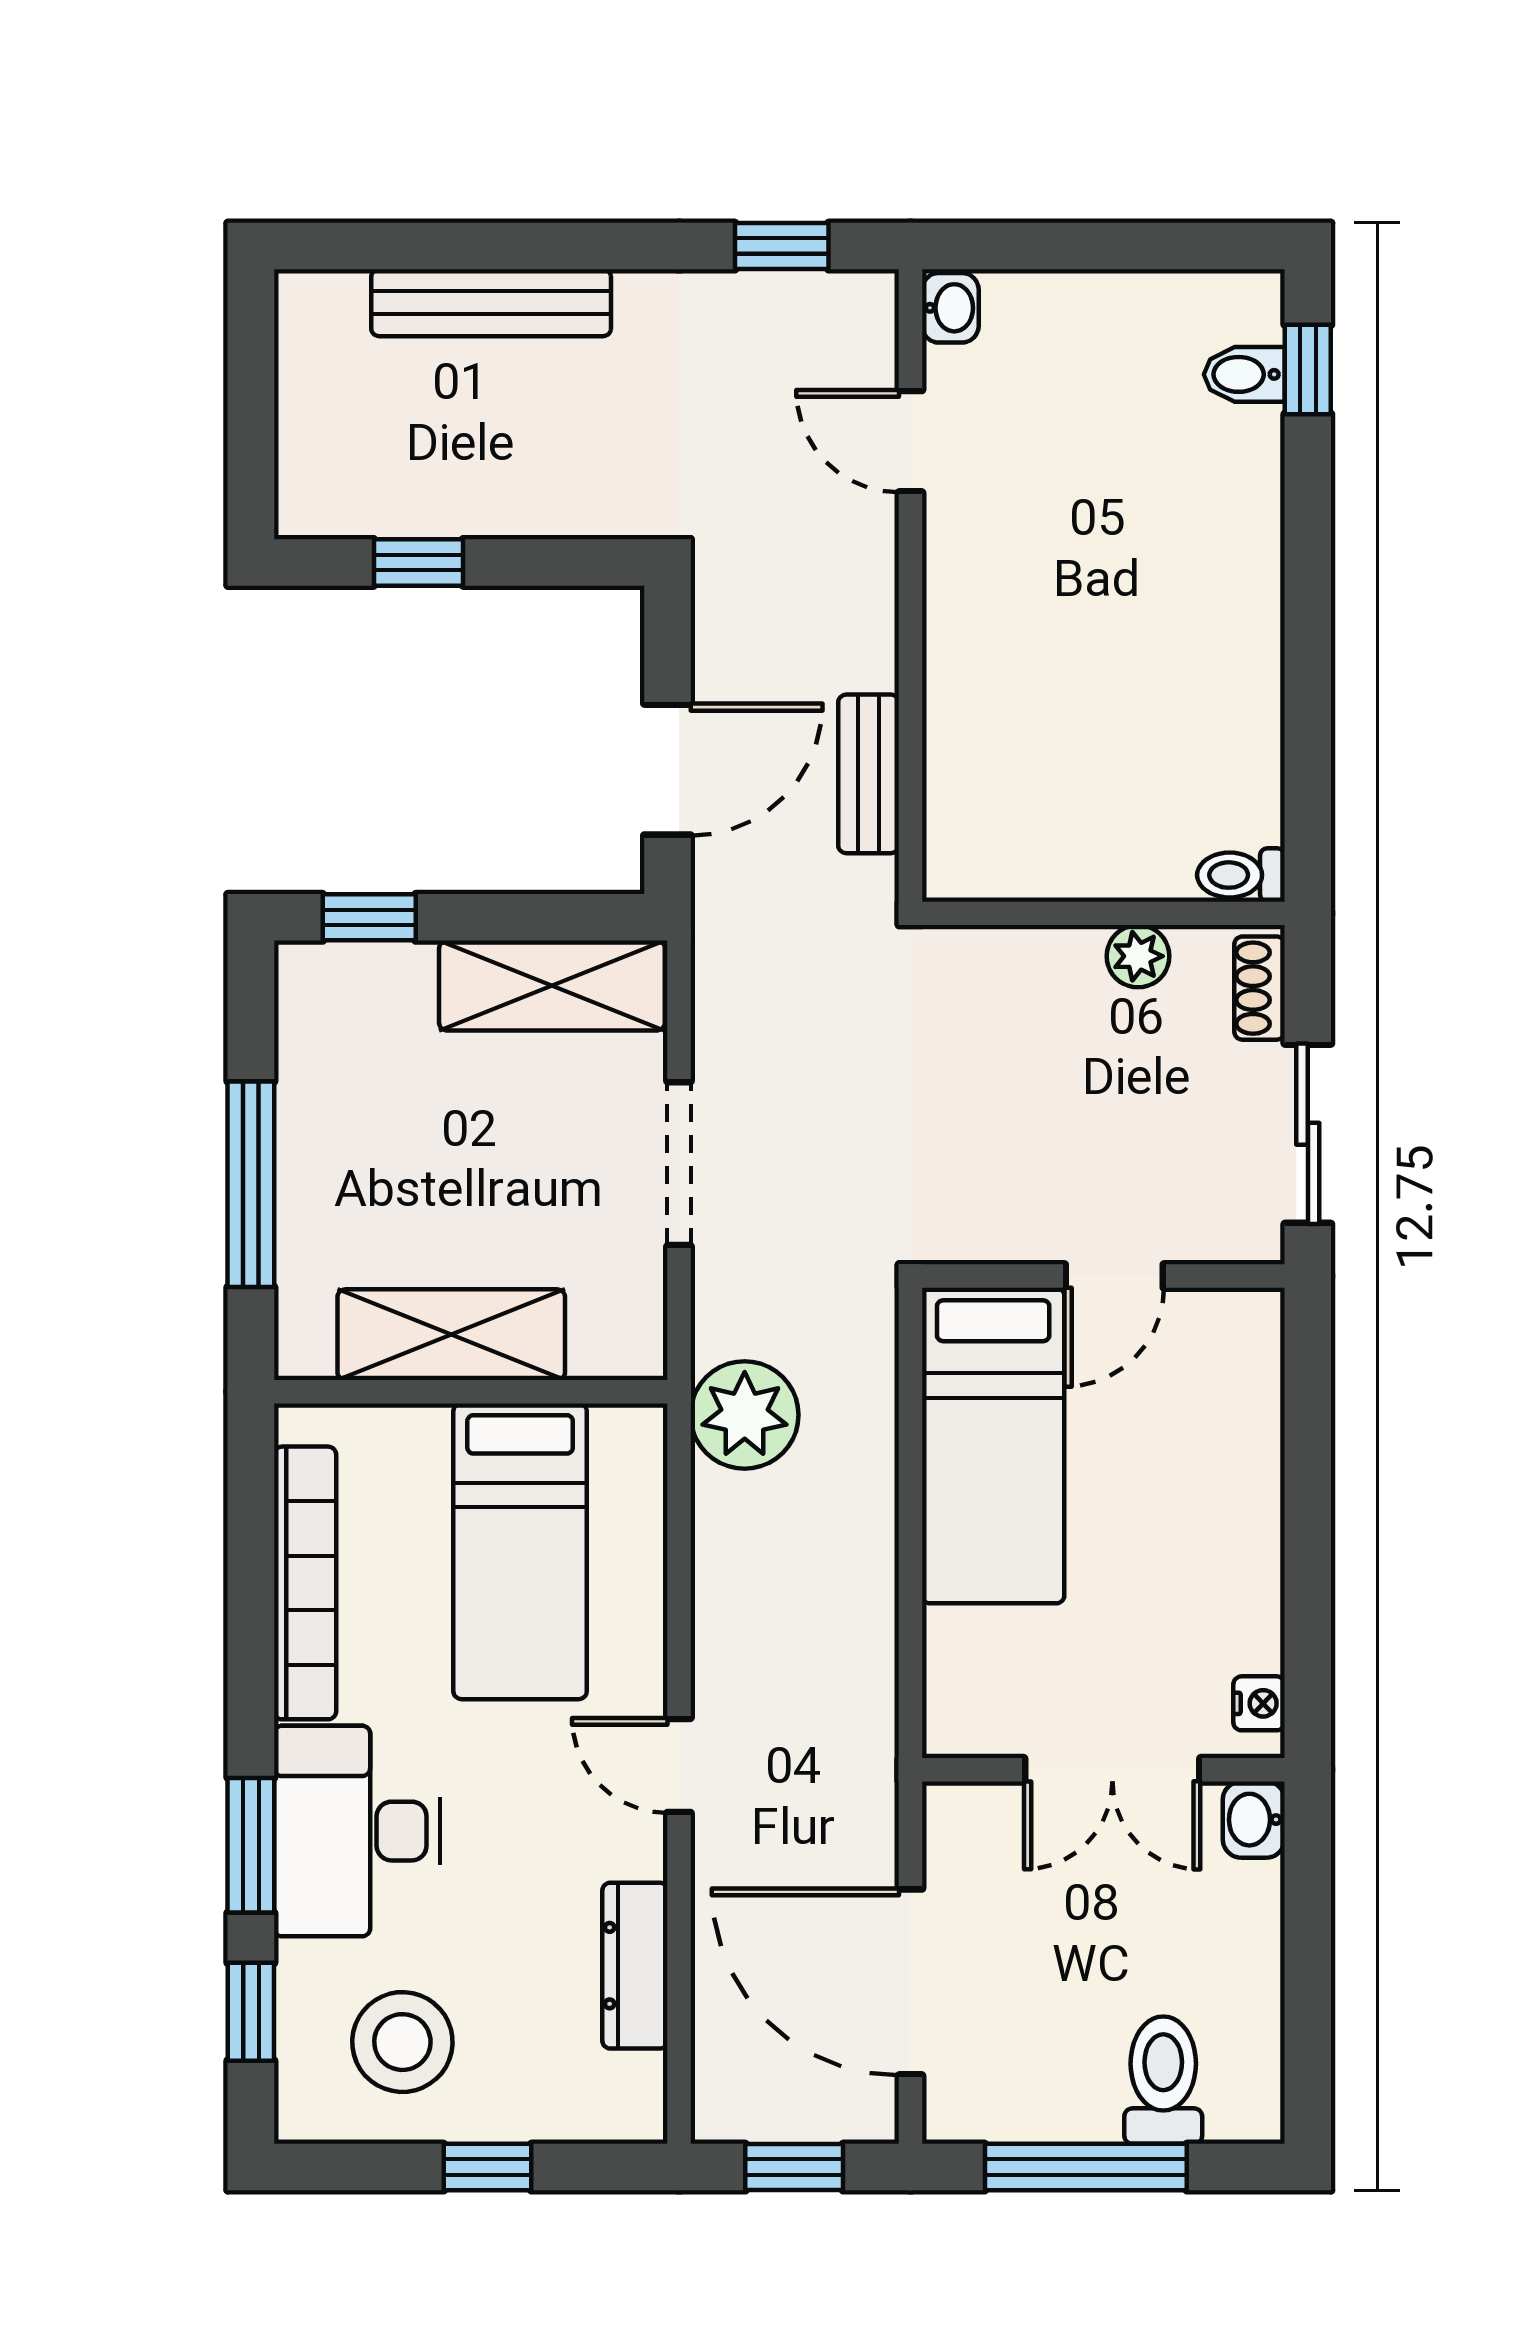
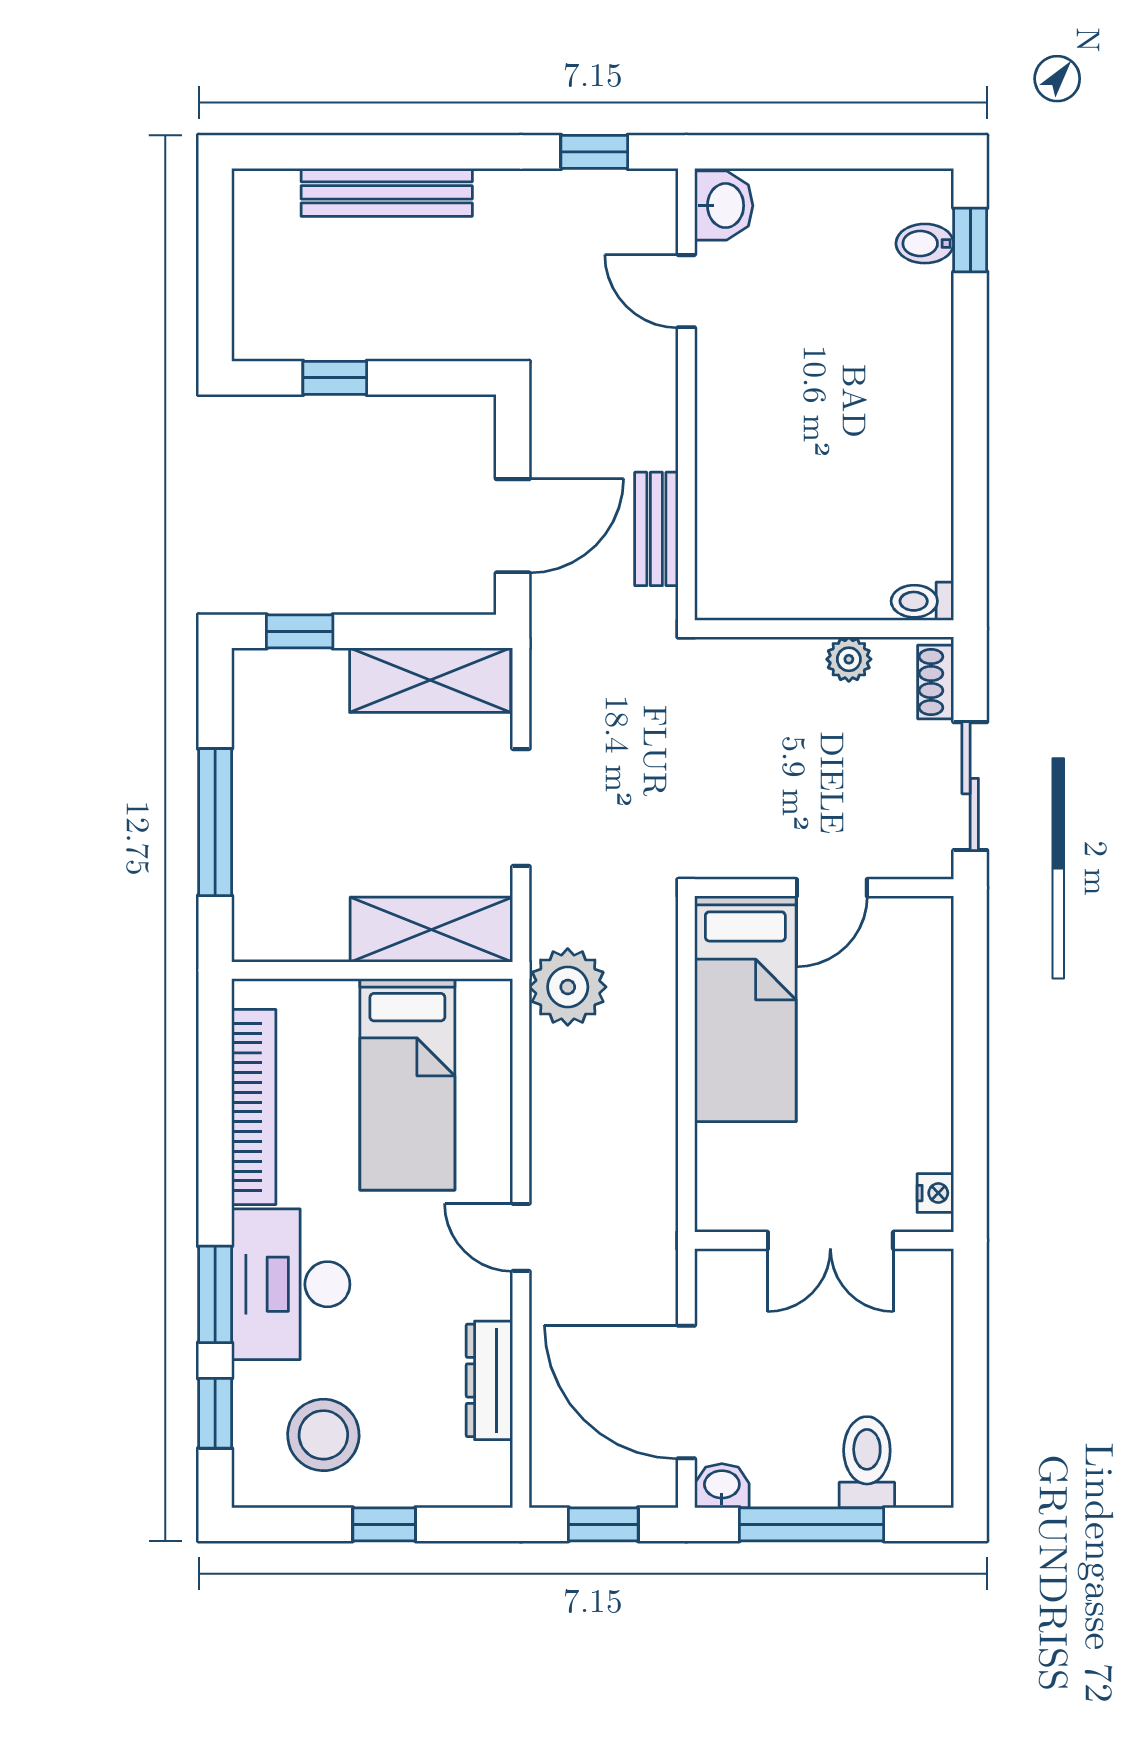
washbasin: (950, 308) -> (724, 206), width x1.38, depth x1.45
shelving: (451, 1335) -> (431, 930), moved
washbasin: (1254, 1820) -> (722, 1486), moved, turned 90

